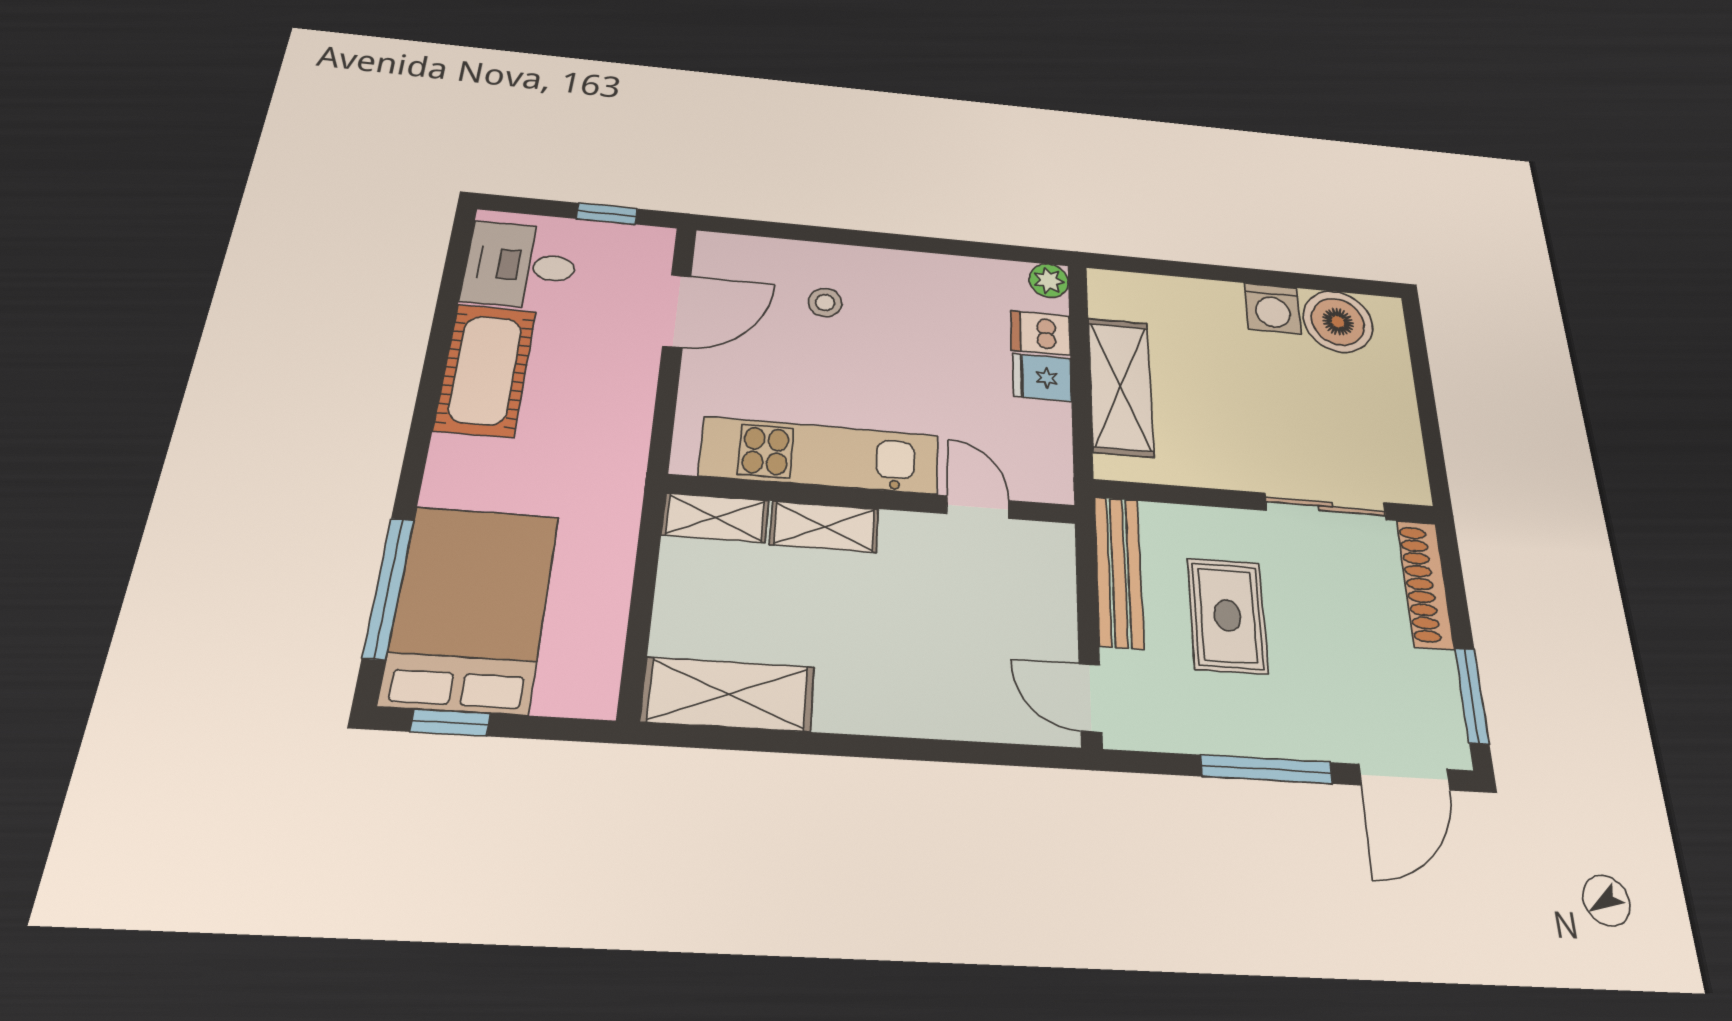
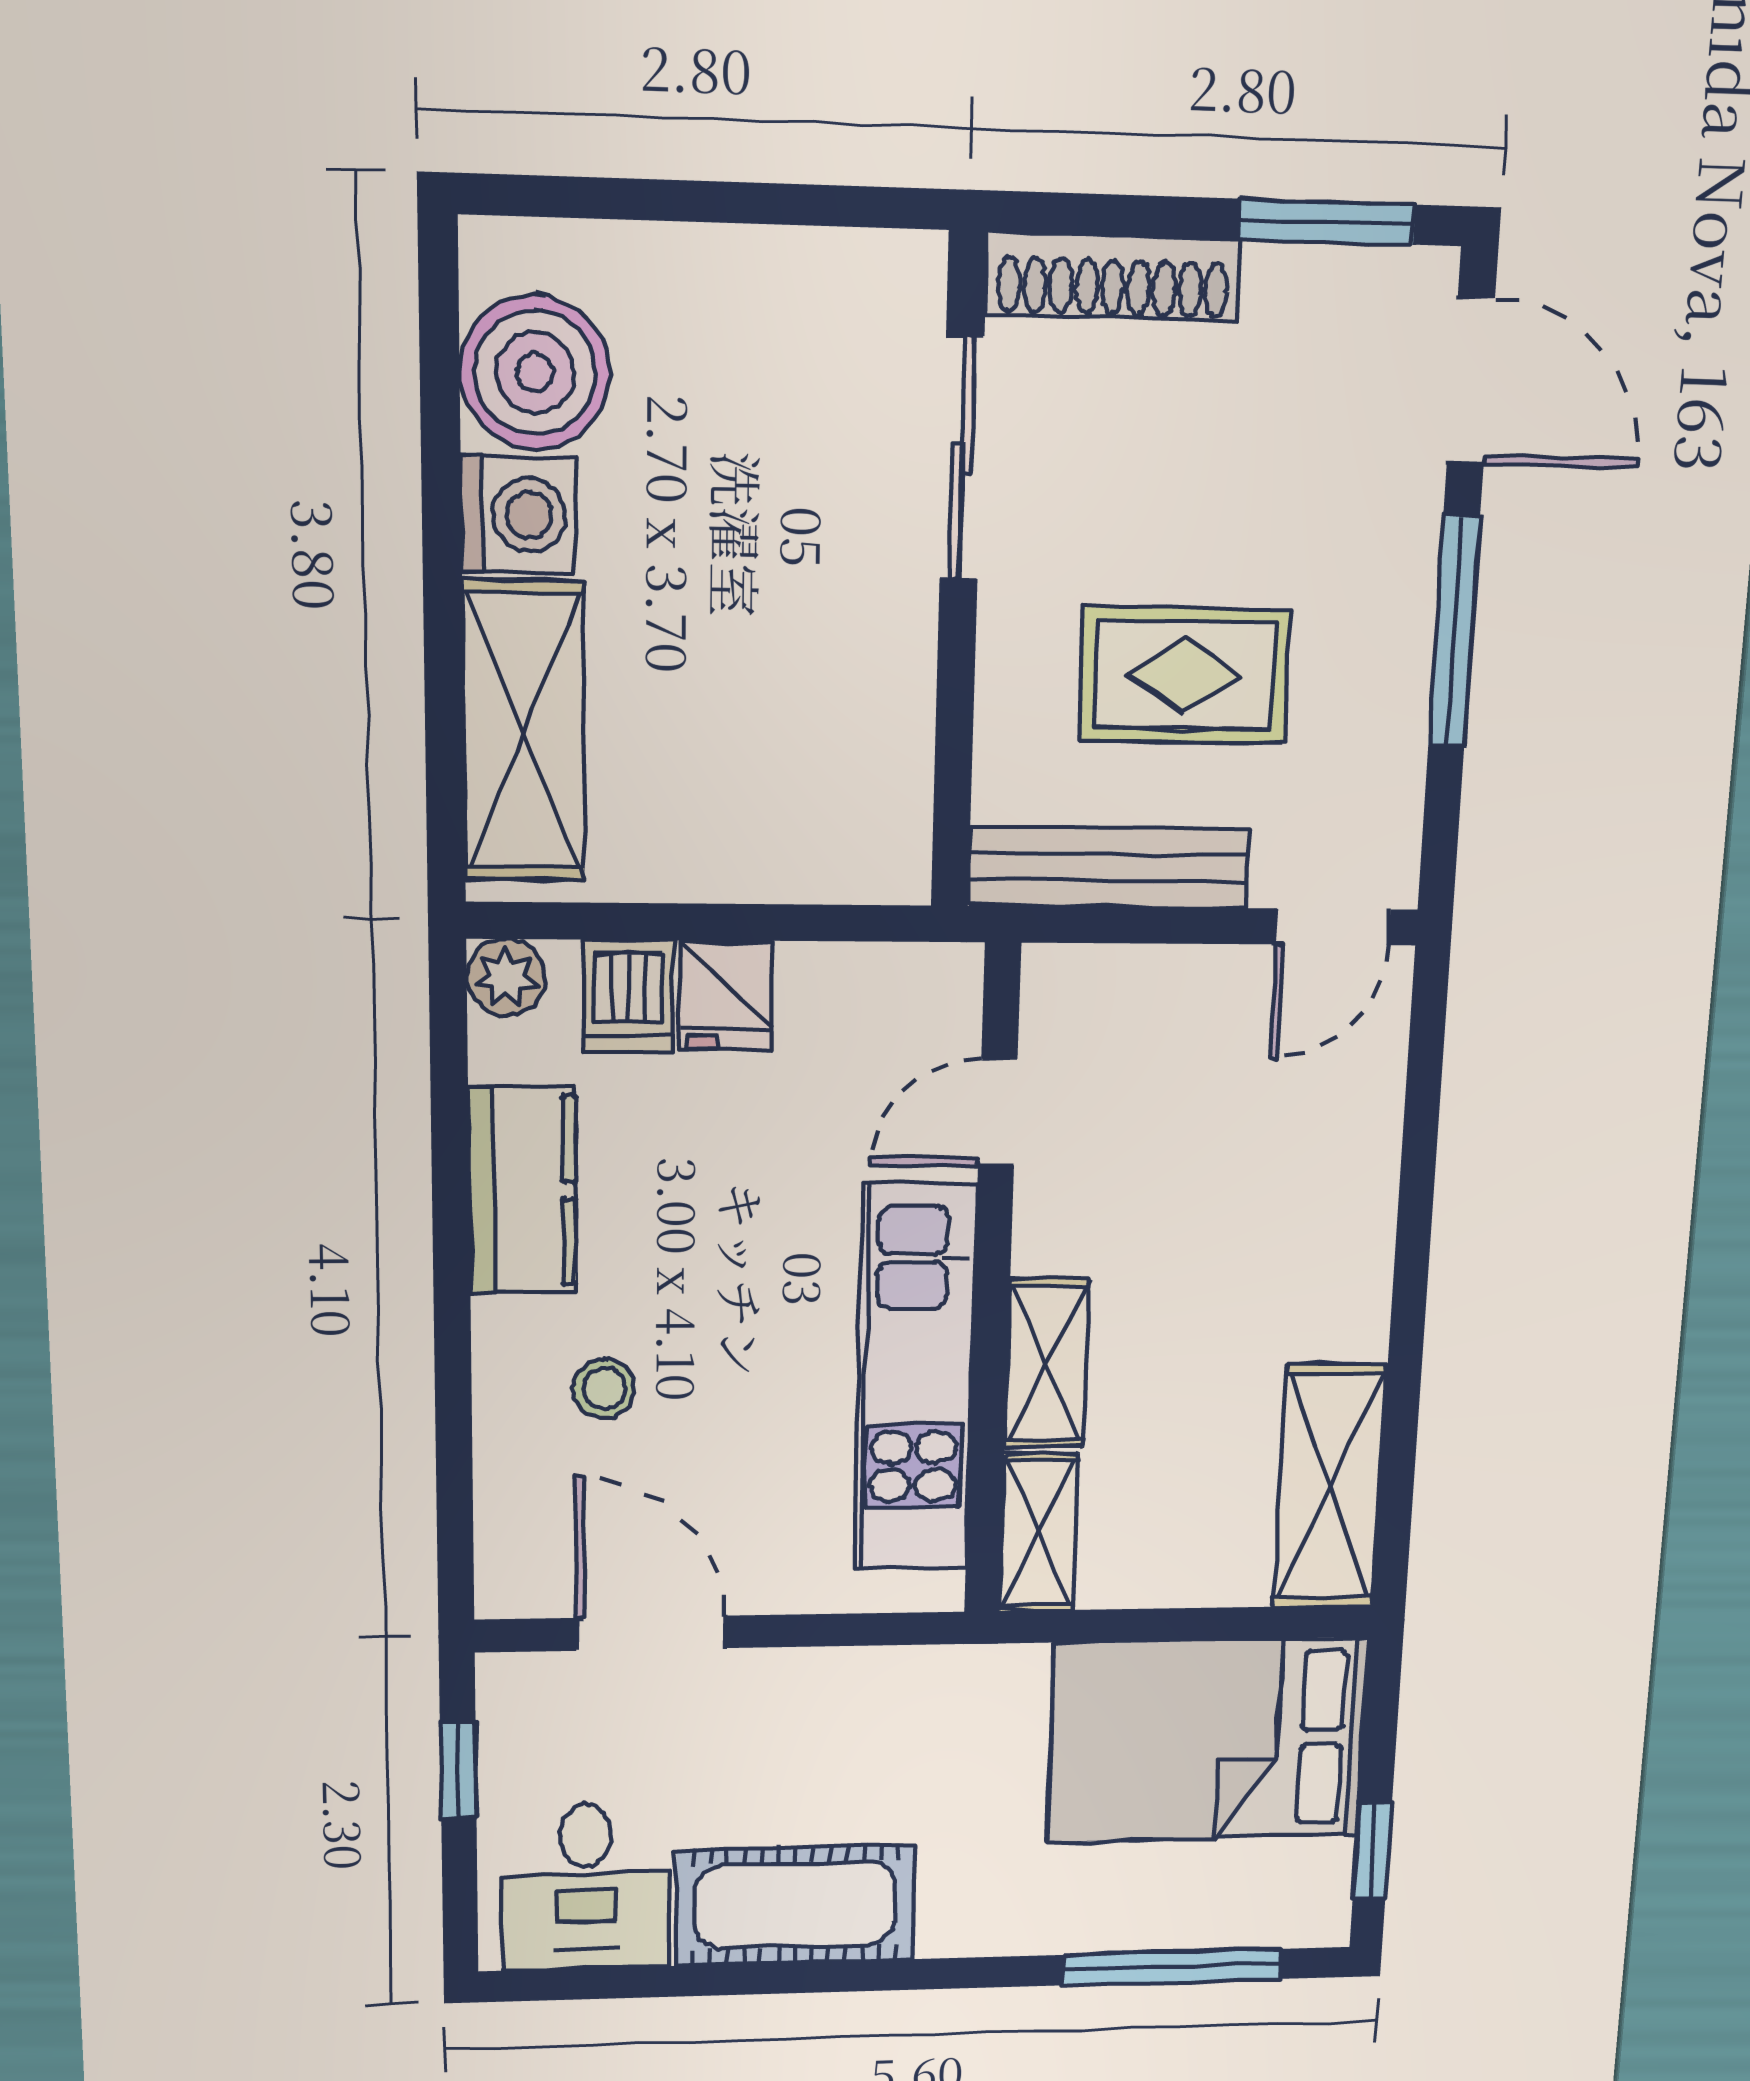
kitchen counter: (937, 277) -> (522, 1191), added
shelving: (1120, 387) -> (524, 732), moved, turned 90
bed: (471, 609) -> (1208, 1740), moved

